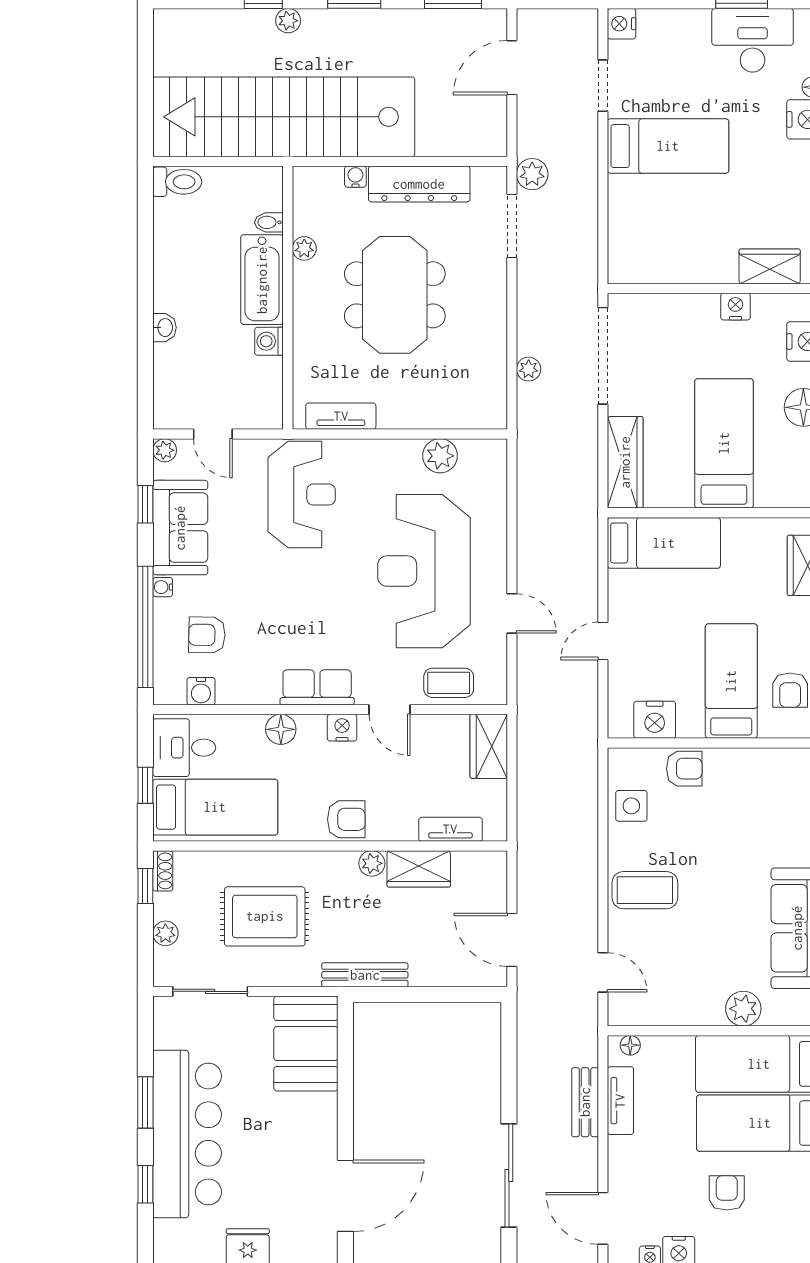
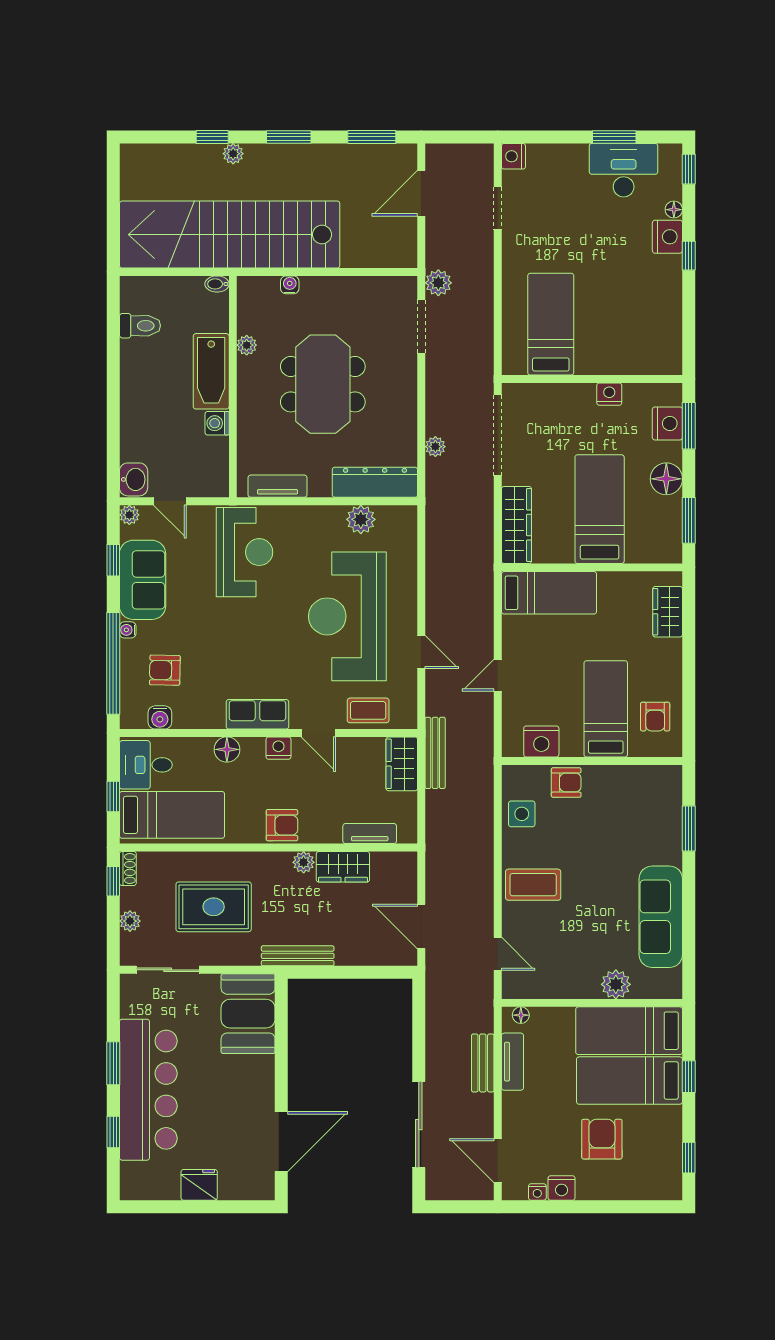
bed: (668, 146) -> (551, 324), moved, turned -90
toilet: (177, 182) -> (140, 326), moved
dresser: (419, 184) -> (375, 482), moved, turned 180
bidet: (269, 222) -> (217, 284), moved
wardrobe: (770, 266) -> (638, 360), removed
washbasin: (164, 328) -> (134, 479), moved, width x1.38, depth x1.45
bench: (528, 733) -> (435, 753), added
armchair: (727, 1193) -> (602, 1139), width x1.38, depth x1.38

